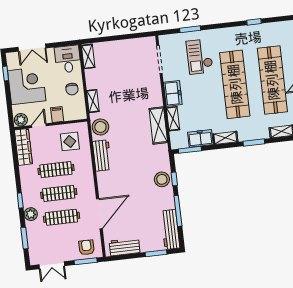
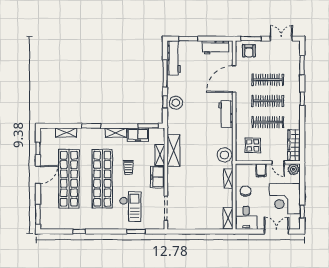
trolley: (207, 100) -> (128, 168), added
door: (39, 126) -> (278, 162), hinge flipped
workbench: (102, 156) -> (226, 114), moved
plant: (31, 214) -> (294, 86), removed

